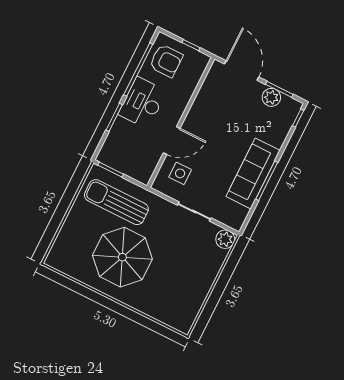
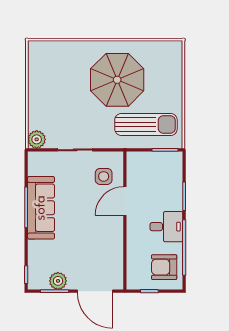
desk: (142, 103) -> (166, 227), width x0.73

